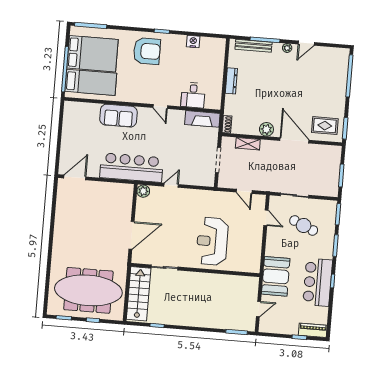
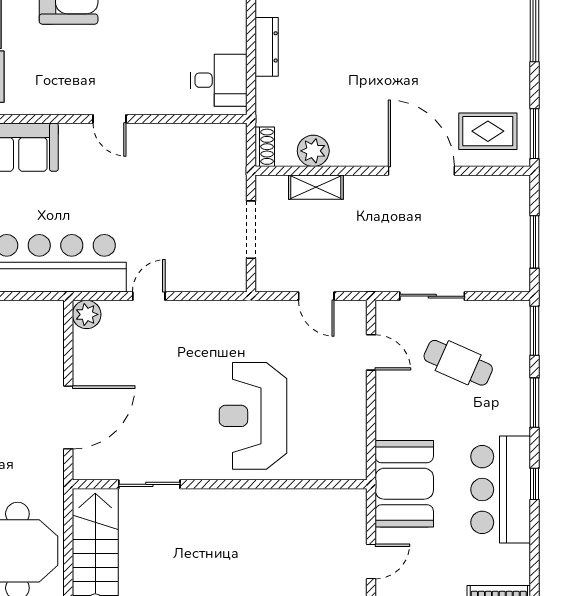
desk: (193, 95) -> (219, 80), moved, turned -90
fireplace: (202, 119) -> (208, 139), removed
plant: (266, 129) -> (313, 151), moved

